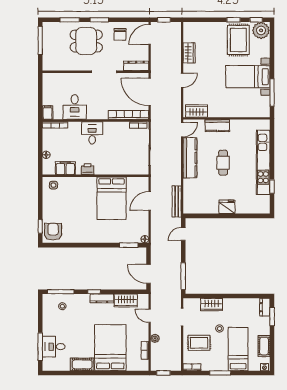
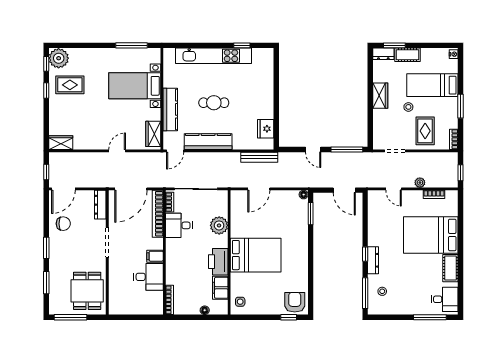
door: (150, 34) -> (63, 189), hinge flipped
rug: (238, 40) -> (70, 85), width x0.73, depth x0.70
dining table: (86, 41) -> (87, 291), moved
wardrobe: (189, 53) -> (61, 143), moved
bed with nightstands: (248, 77) -> (135, 86), moved, turned 90
door: (182, 80) -> (117, 151), hinge flipped
filing cabinet: (48, 113) -> (155, 256), moved
kitchen counter: (217, 126) -> (170, 109), width x1.50
door: (182, 130) -> (175, 151), swing flipped
desk: (92, 133) -> (179, 225), moved
plant: (118, 167) -> (219, 225), added
printer: (88, 169) -> (218, 262), width x1.87, depth x1.48
bed: (112, 198) -> (256, 255), moved
door: (150, 201) -> (259, 189), hinge flipped
fridge: (227, 207) -> (266, 129), moved
armchair: (53, 232) -> (295, 302), turned 90
door: (183, 234) -> (313, 150), moved
door: (149, 274) -> (344, 190), hinge flipped
dresser: (102, 298) -> (373, 260), moved
wardrobe: (126, 300) -> (376, 217), removed
wardrobe: (212, 305) -> (380, 96), moved
door: (150, 316) -> (394, 189), hinge flipped
cot: (264, 346) -> (407, 55), moved
desk: (54, 347) -> (445, 299), moved, turned -90

